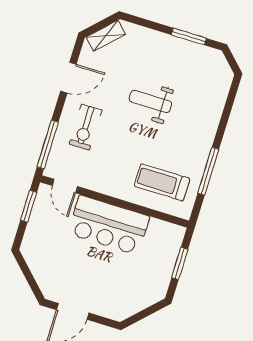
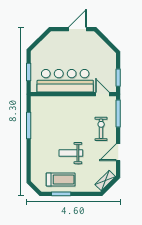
weight bench: (150, 101) -> (71, 153), turned 180
treadmill: (162, 182) -> (61, 180), moved
bar counter: (109, 225) -> (65, 81), width x1.36

